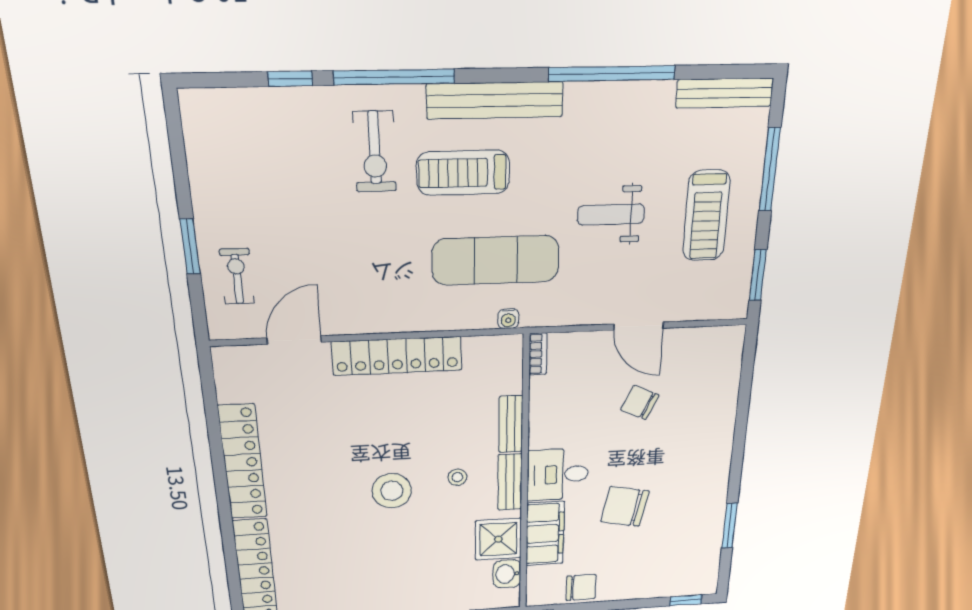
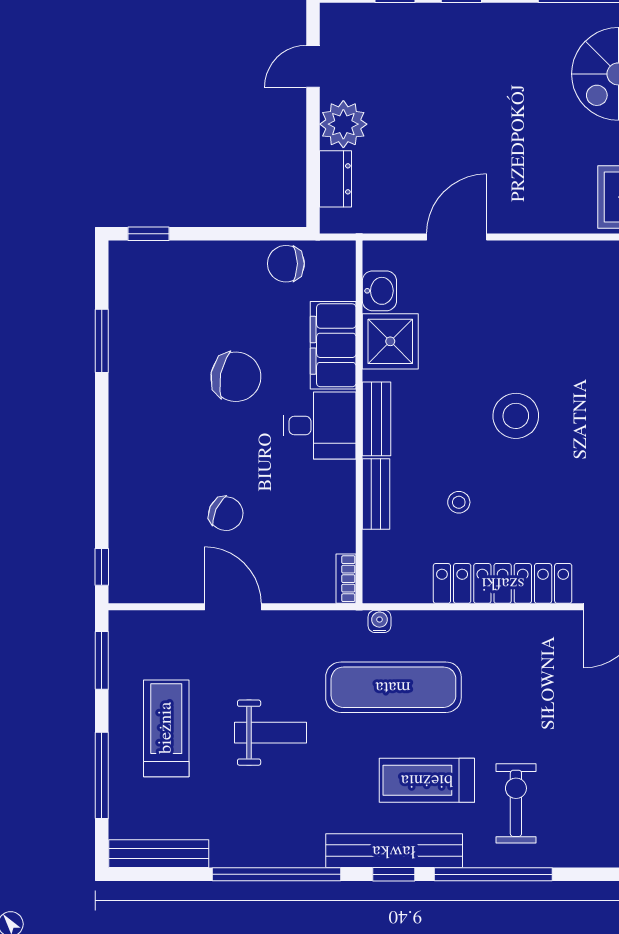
window: (290, 79) -> (394, 874), moved
treadmill: (463, 173) -> (427, 780), turned 180
window: (749, 355) -> (102, 567), added
stool: (457, 477) -> (459, 502), moved

